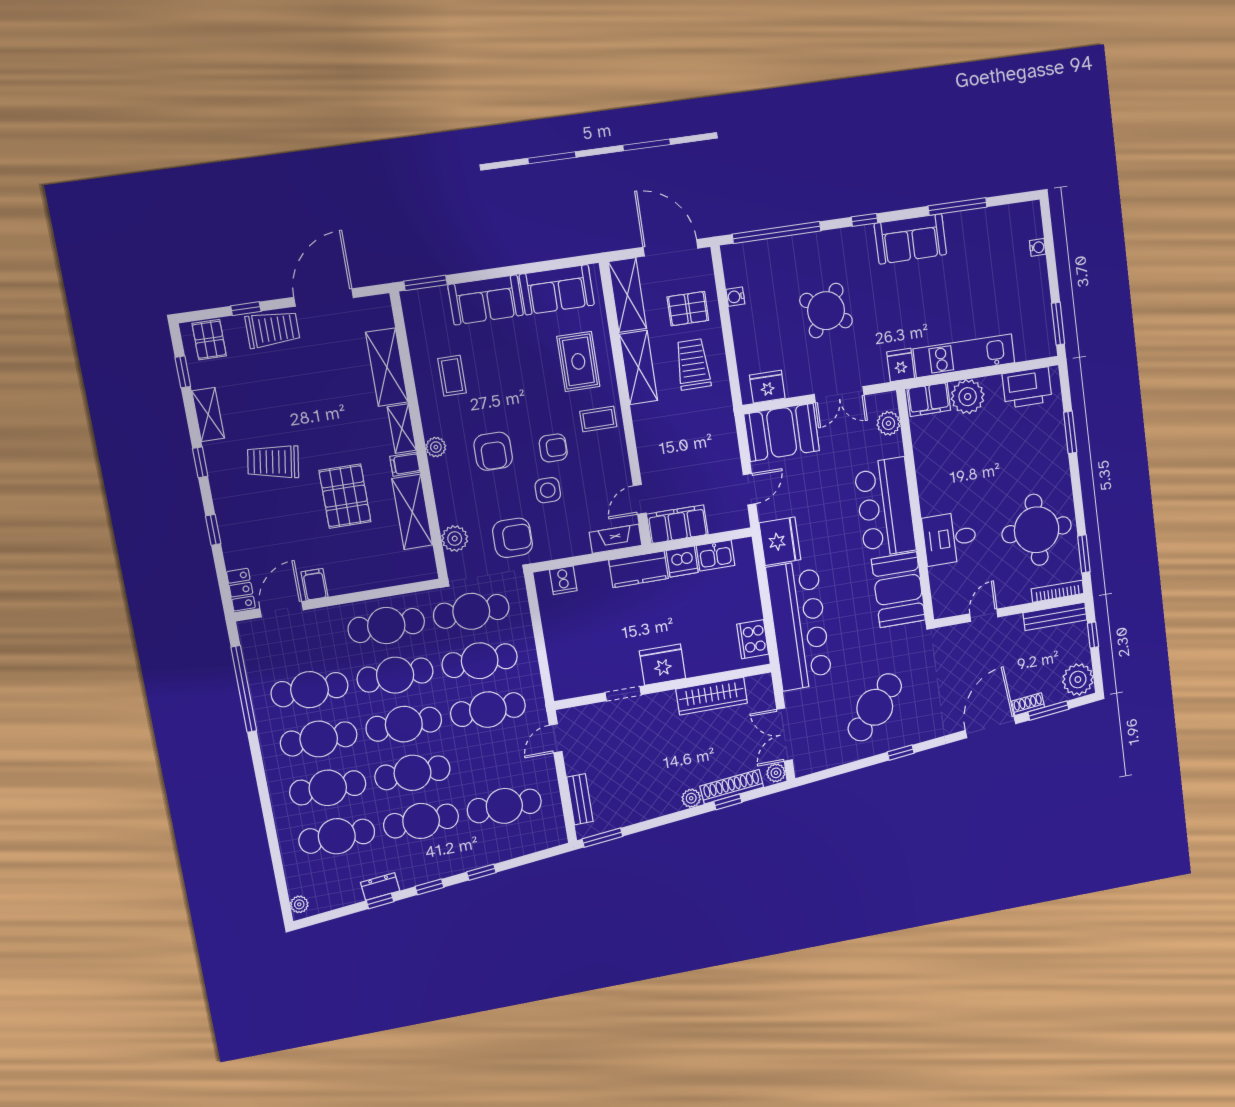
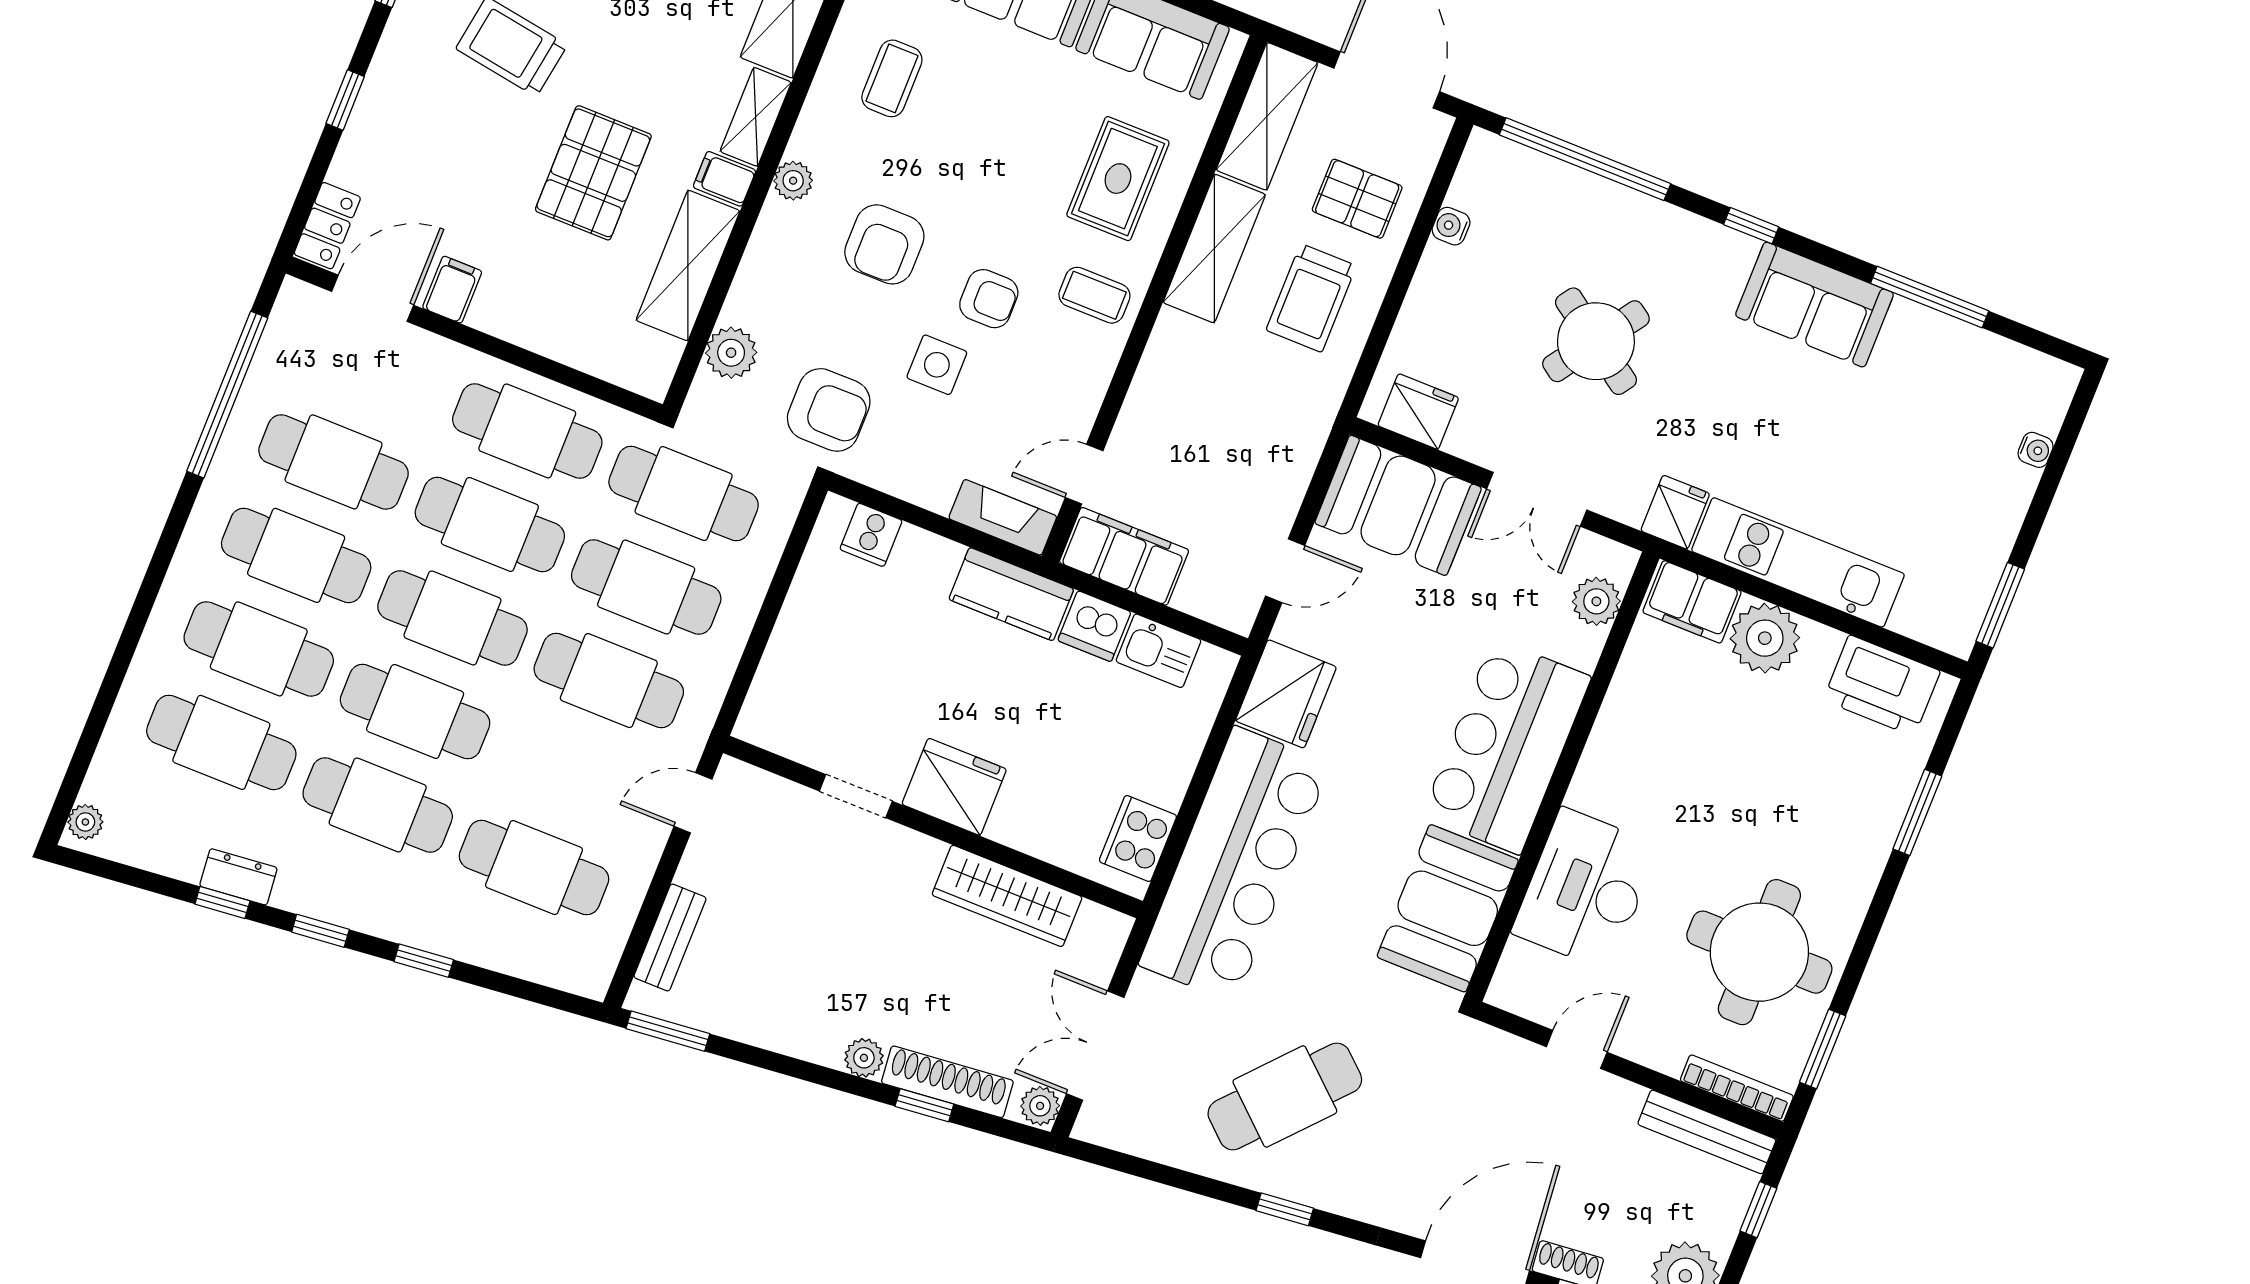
trolley: (693, 364) -> (1311, 298), turned 180
desk: (950, 538) -> (1585, 889), width x1.37

